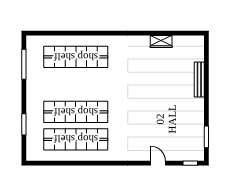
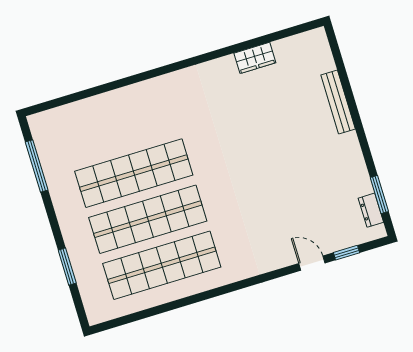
shop shelf: (76, 57) -> (134, 173), moved
dresser: (199, 144) -> (371, 210), added
window: (190, 163) -> (347, 253), moved

